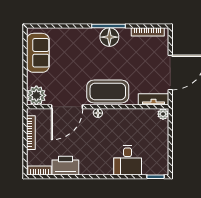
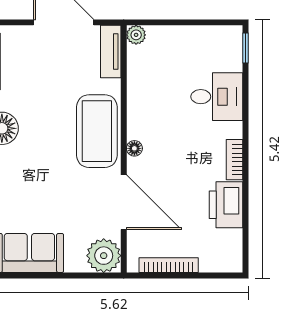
bookcase: (40, 170) -> (234, 160), moved

